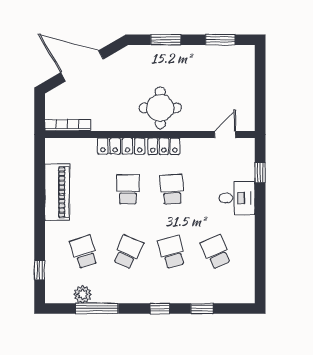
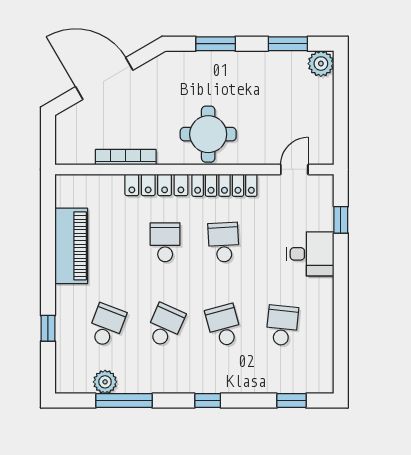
plant: (245, 55) -> (321, 64), added
bookcase: (68, 125) -> (126, 157), moved
locker: (164, 146) -> (224, 185), width x1.53
school desk: (84, 252) -> (107, 326), turned 39
school desk: (216, 252) -> (282, 326), turned 30
window: (40, 270) -> (48, 328), moved
window: (202, 308) -> (291, 401), moved

